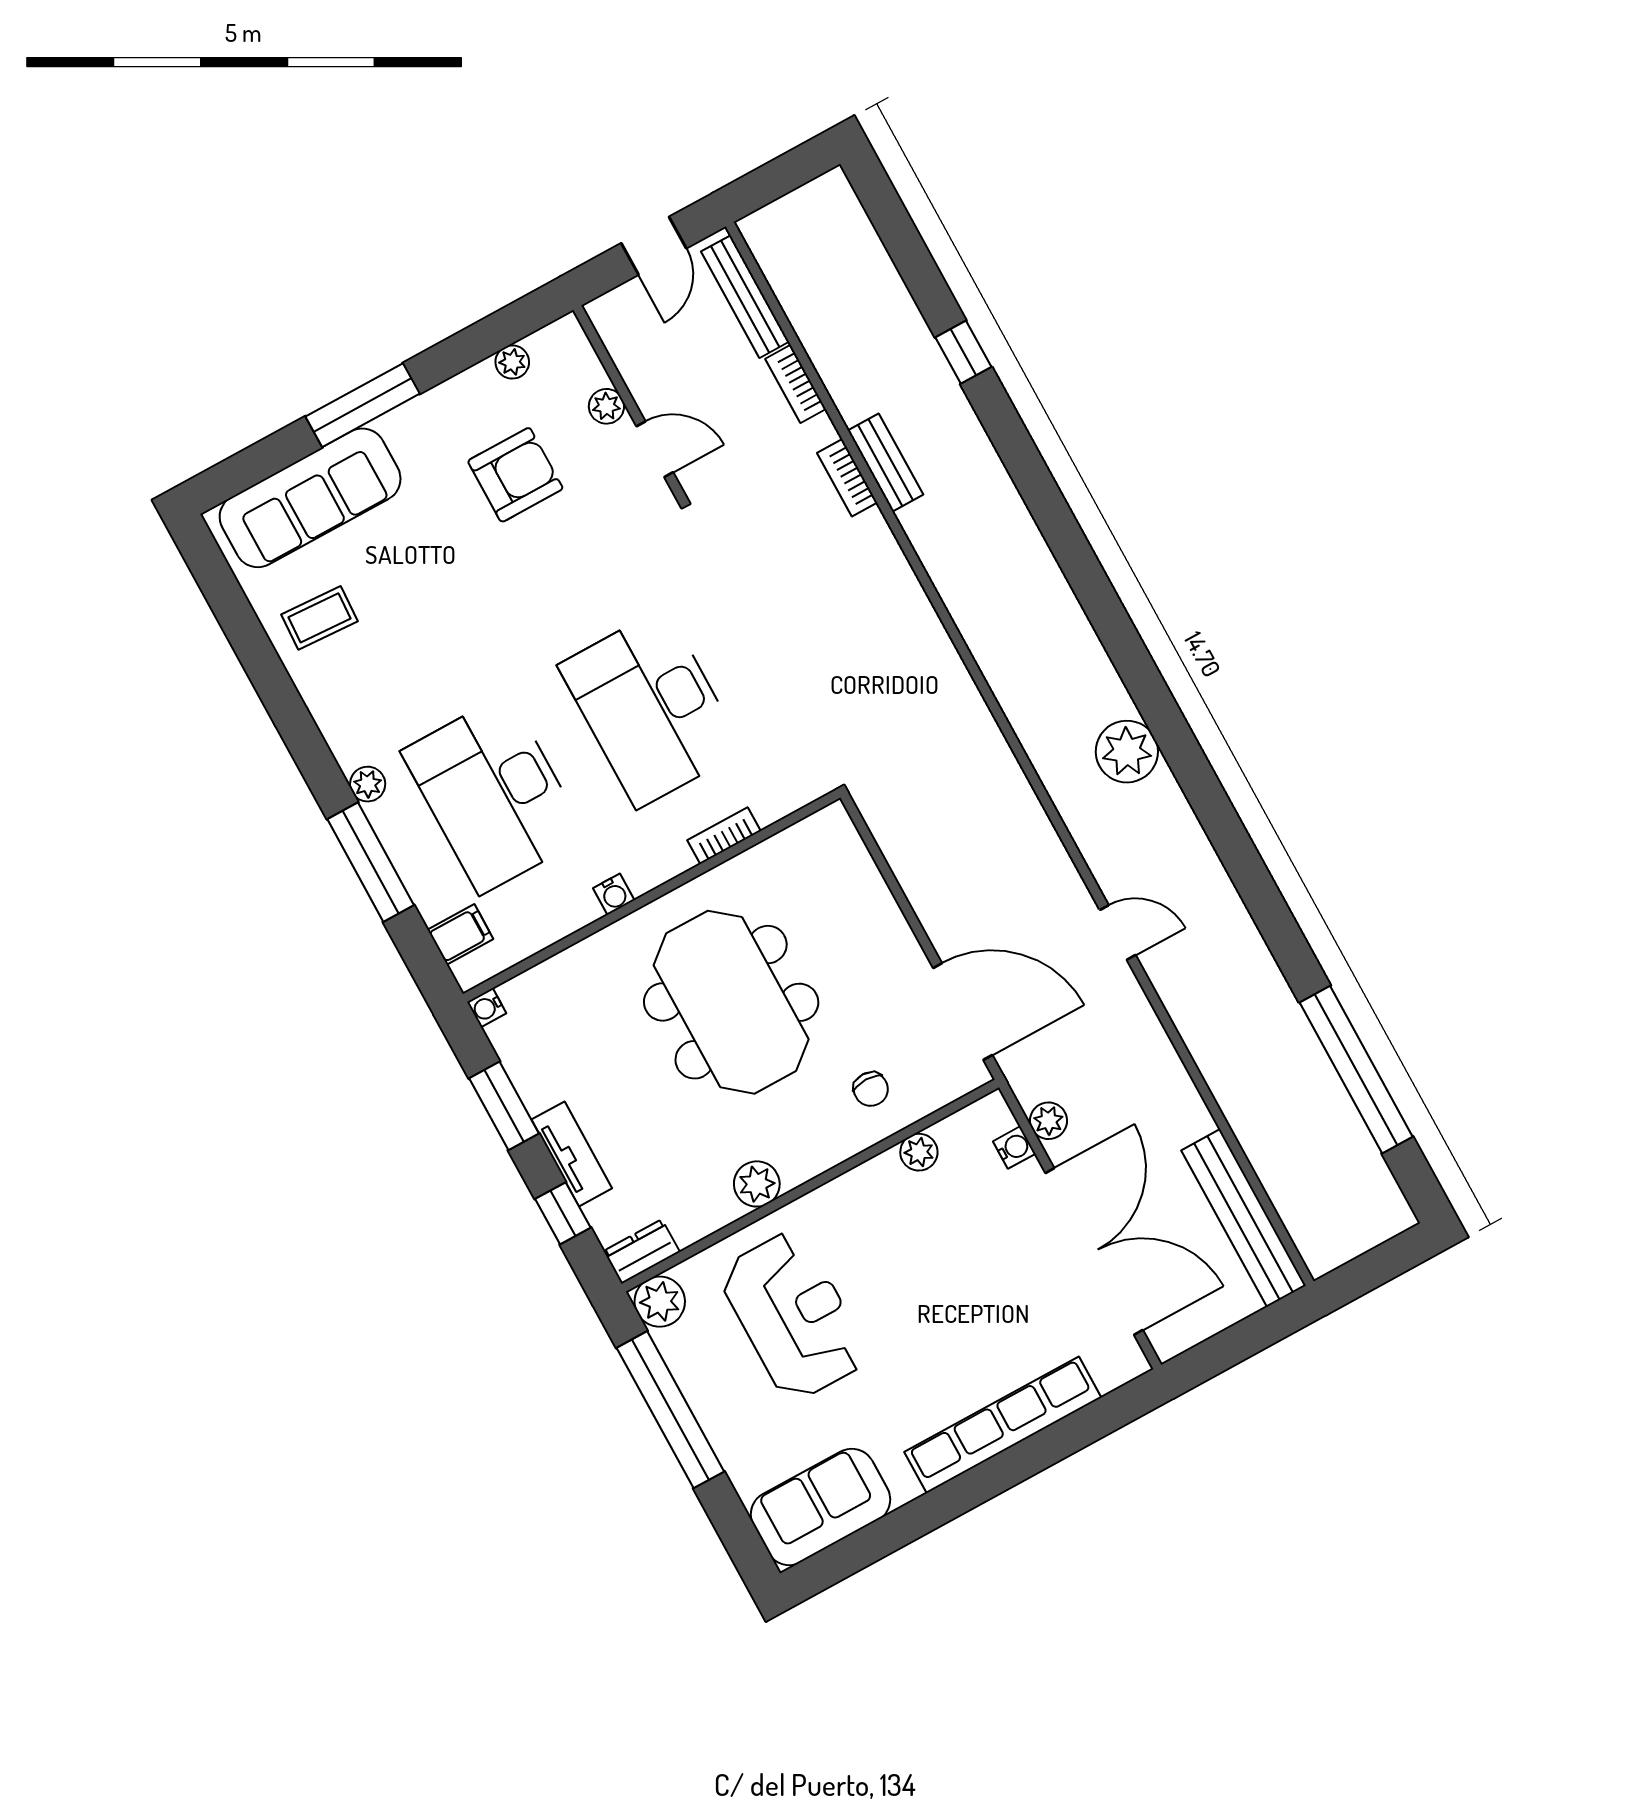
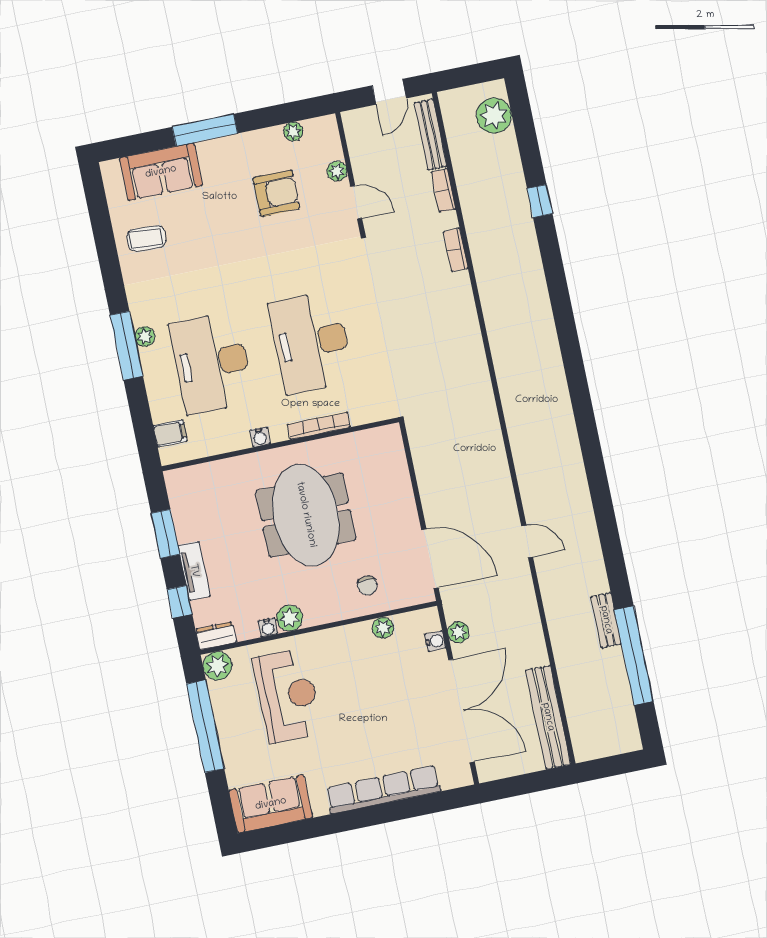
bench: (885, 463) -> (606, 620), moved
sofa: (310, 498) -> (161, 172), width x0.73
plant: (1127, 752) -> (494, 116), moved
bookcase: (724, 836) -> (319, 426), width x1.56
window: (371, 862) -> (126, 346), moved
water cooler: (487, 1008) -> (268, 627), moved, turned -90

